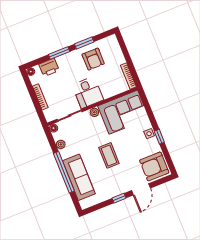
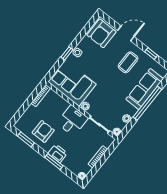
window: (84, 43) -> (26, 139), moved
printer: (49, 67) -> (58, 153), moved
window: (159, 137) -> (67, 53), moved
coffee table: (109, 155) -> (128, 62), moved
armchair: (154, 166) -> (101, 33), turned 90
window: (119, 198) -> (151, 53), moved

